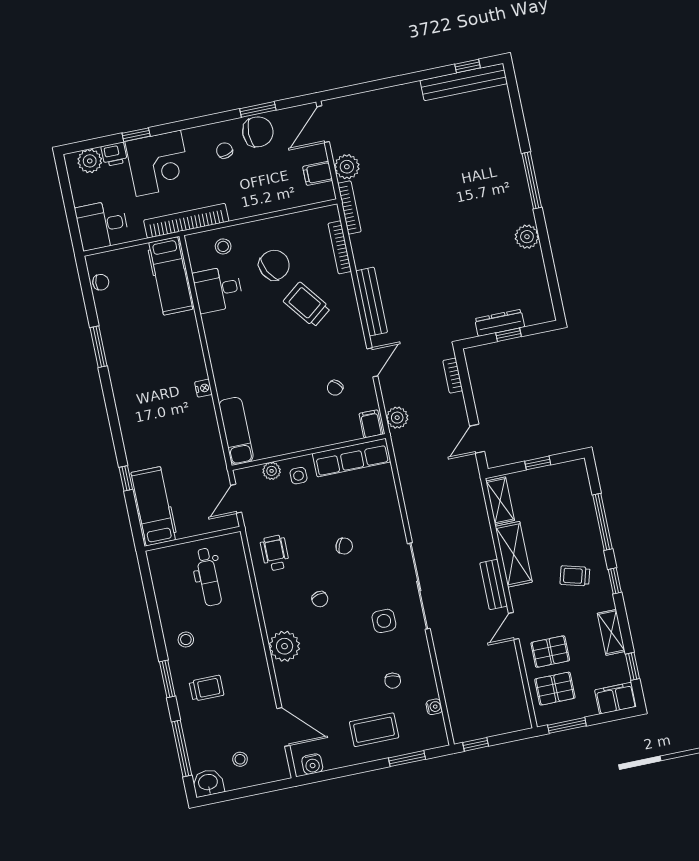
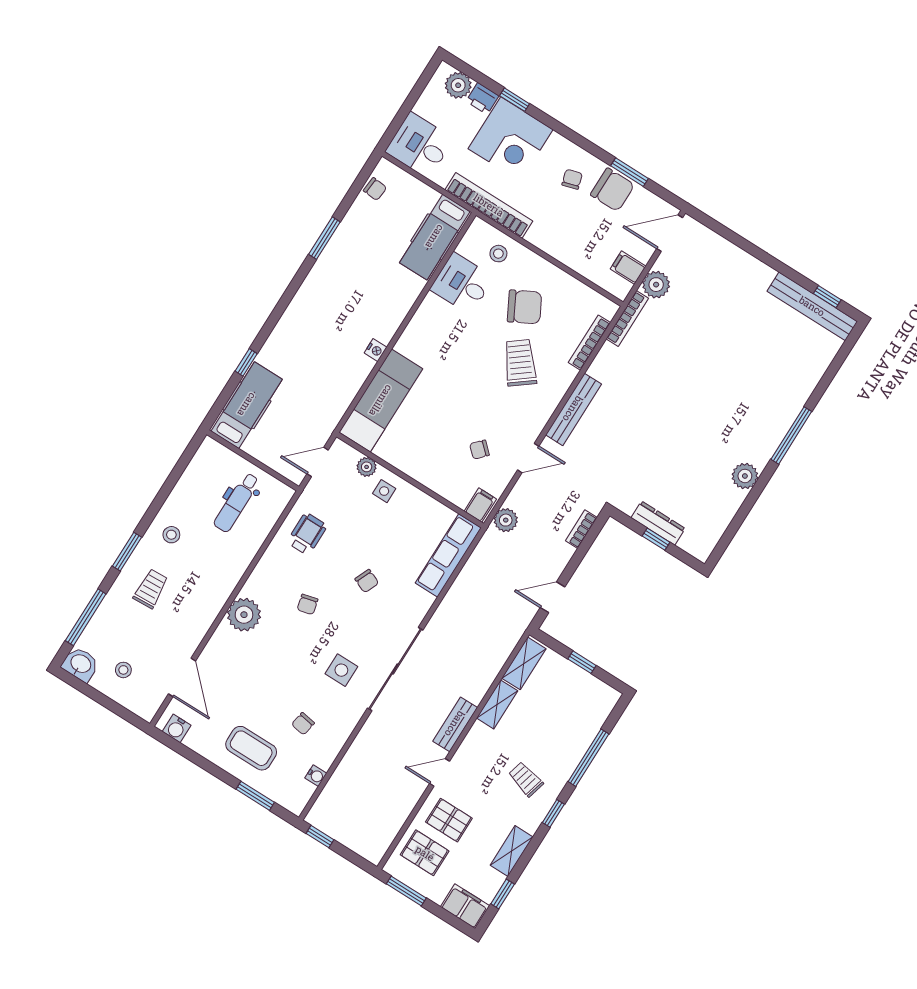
exam couch: (236, 431) -> (381, 401), width x1.36, depth x1.45
row of seats: (352, 458) -> (448, 555), moved, turned 90
shelving: (514, 554) -> (497, 704), width x0.67, depth x0.75
trolley: (207, 688) -> (151, 589), turned -93

